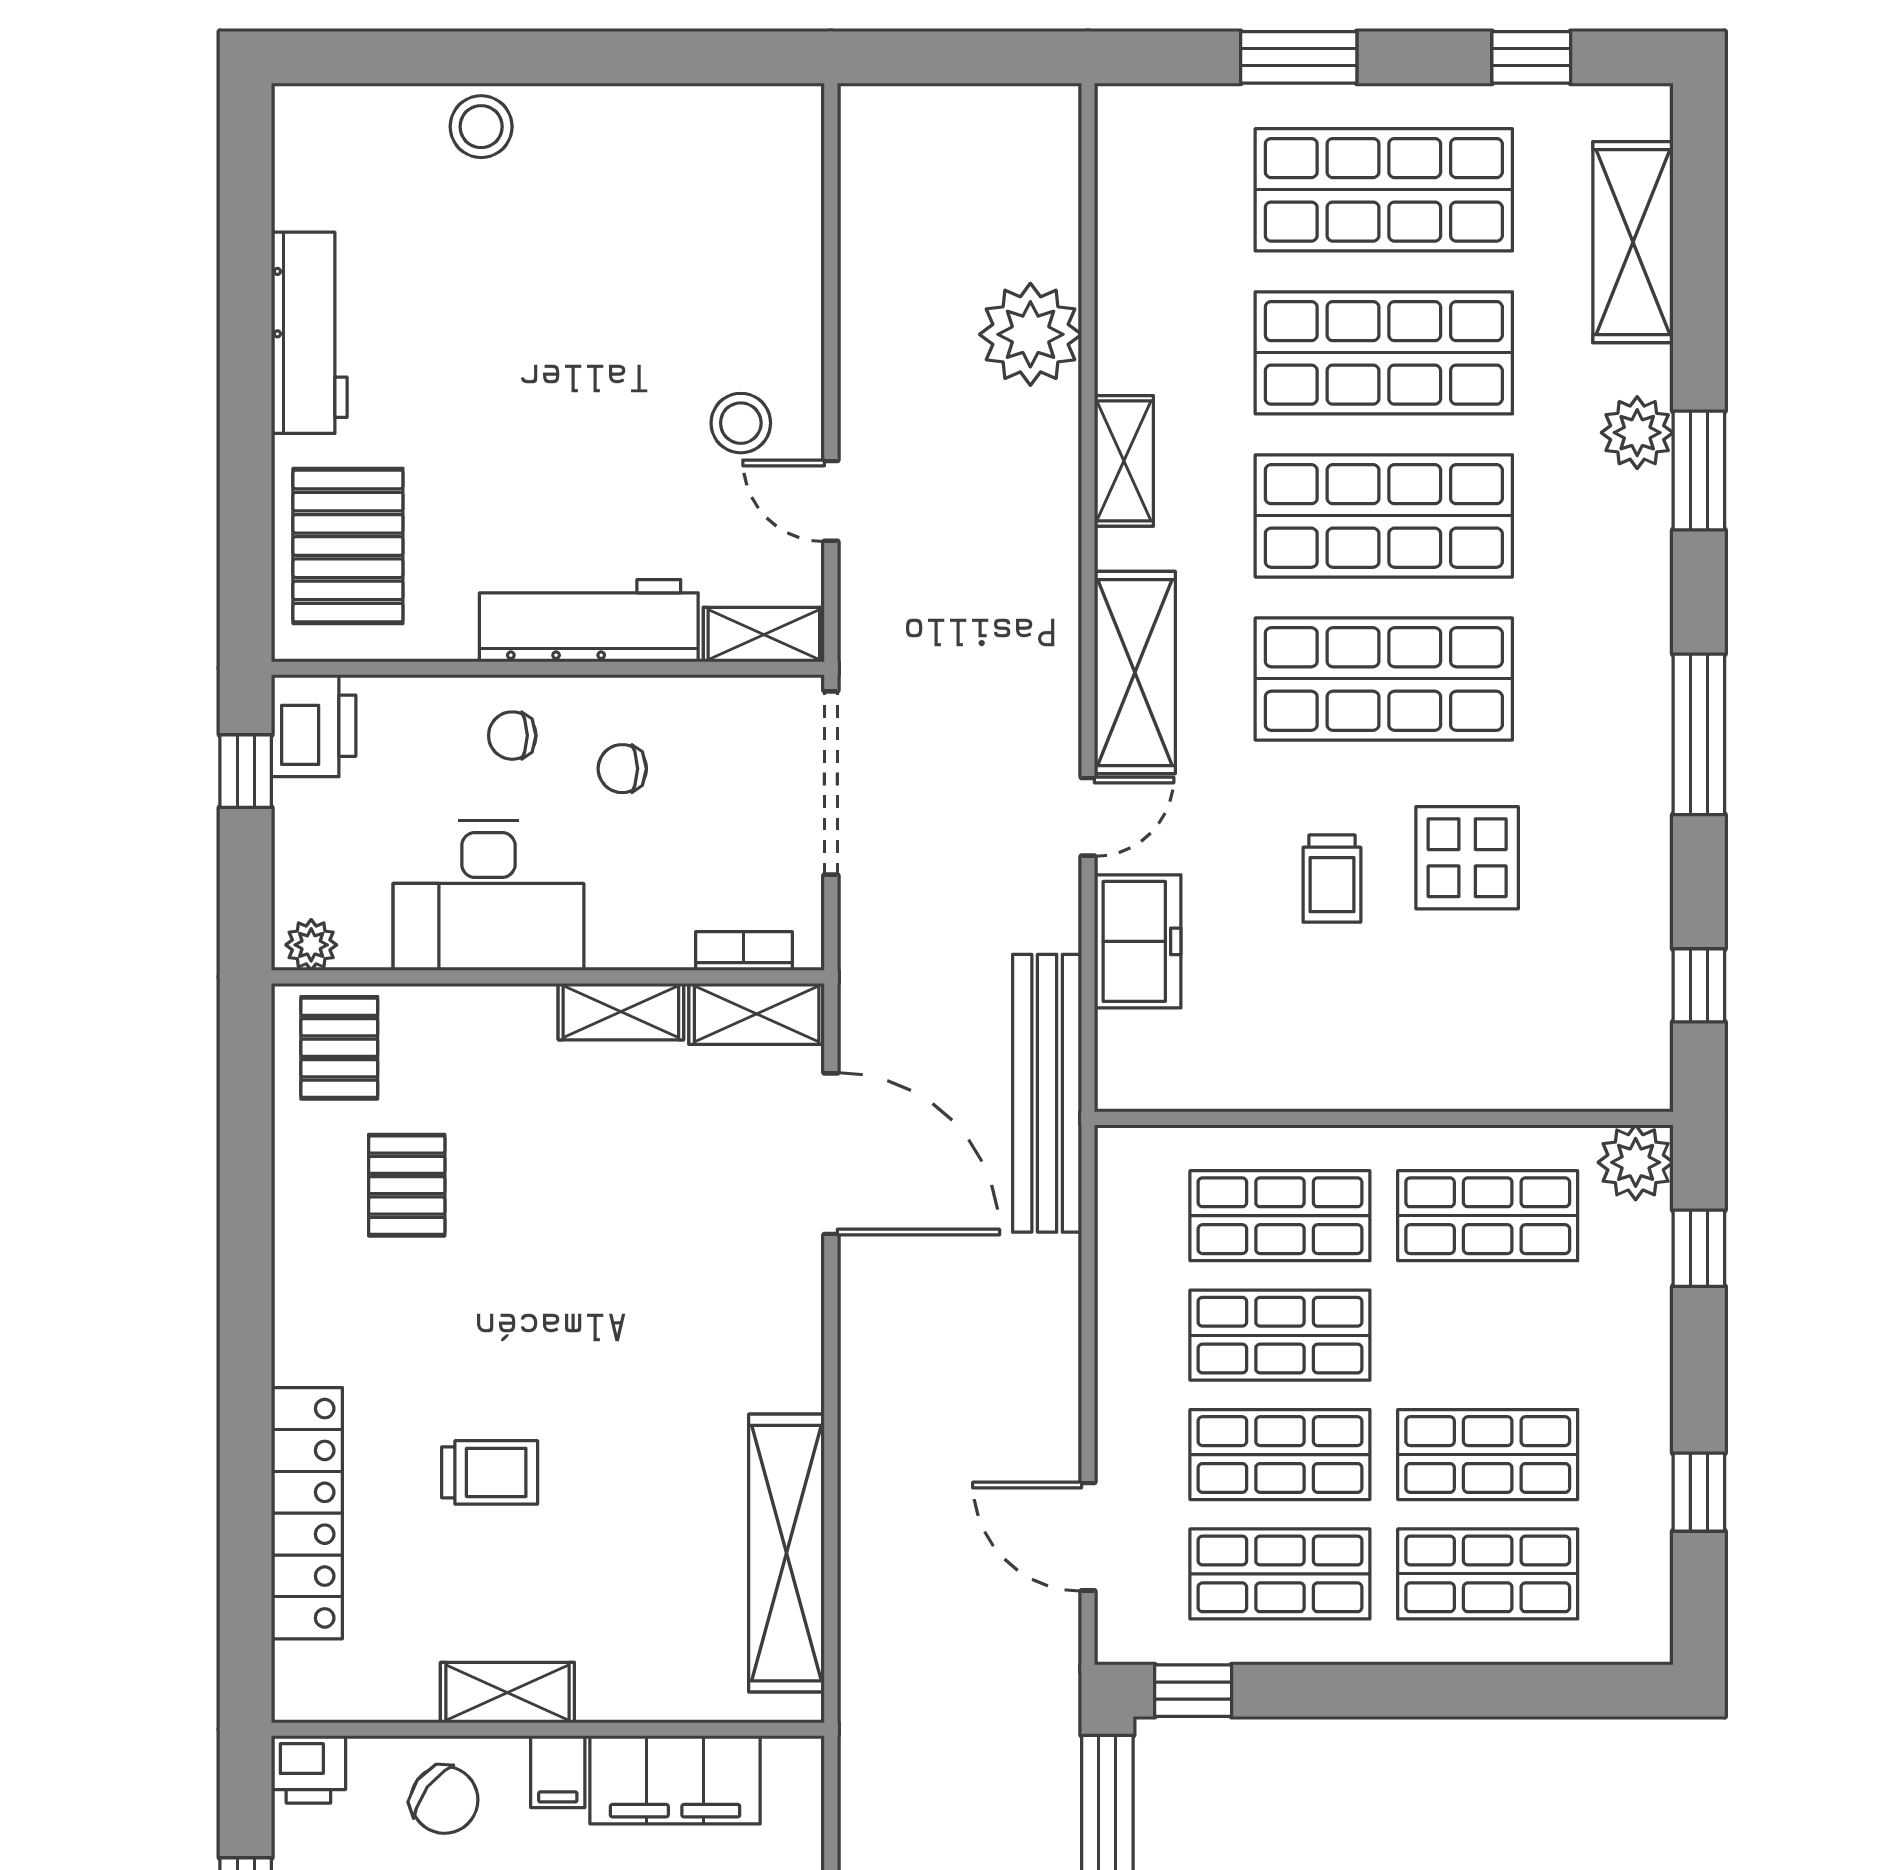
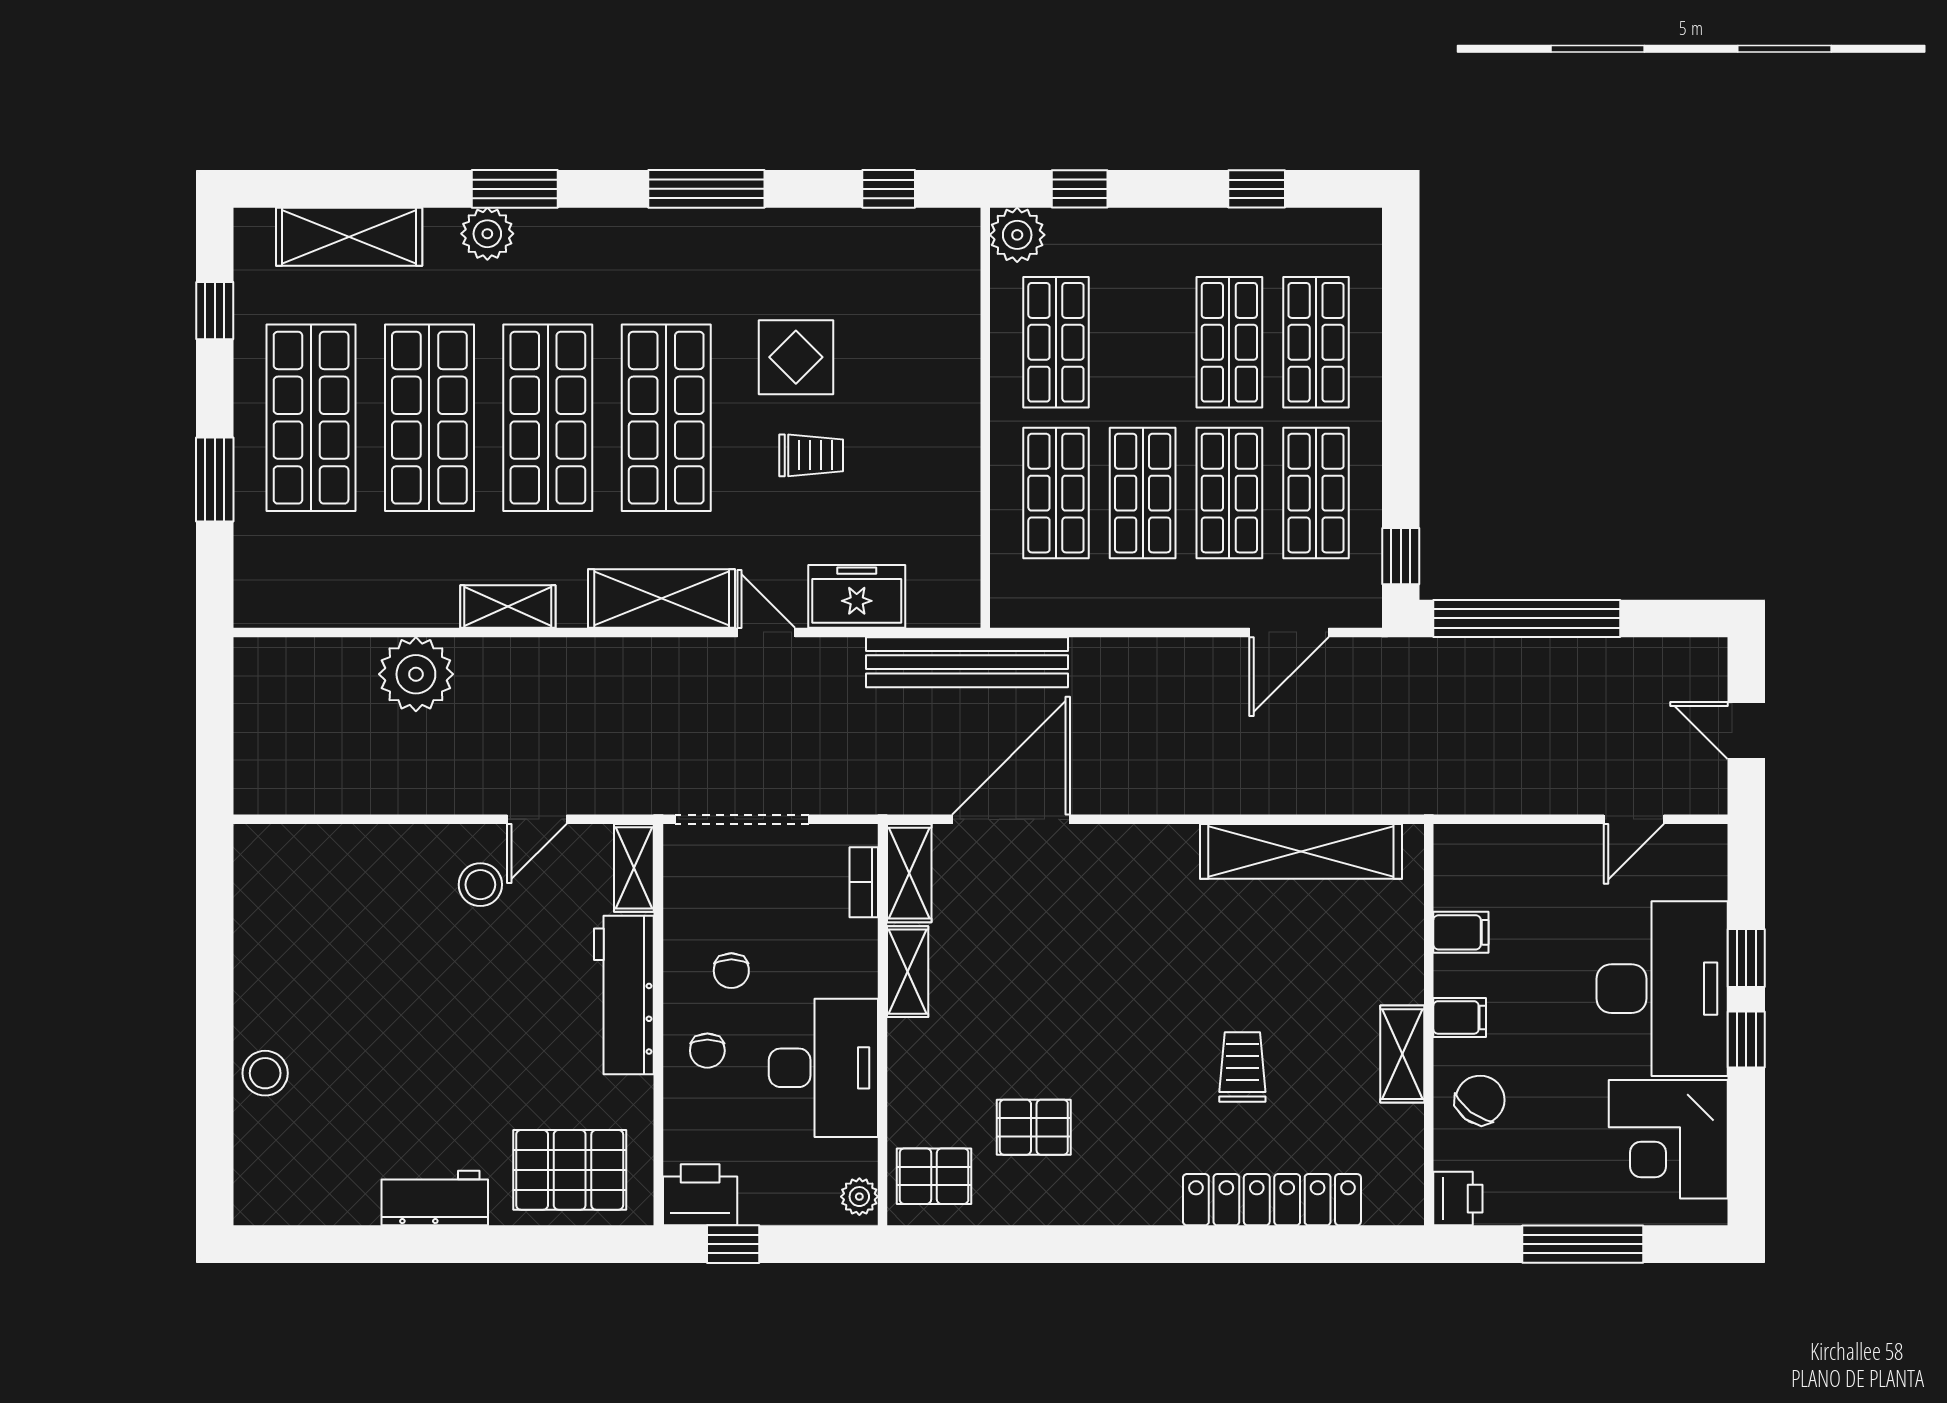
workbench: (309, 333) -> (435, 1198), width x0.73
filing cabinet: (675, 1780) -> (1461, 932), width x0.33, depth x0.86

